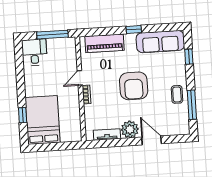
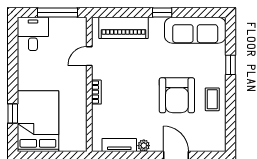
window: (189, 57) -> (231, 65), moved
door: (80, 78) -> (89, 56), moved
armchair: (134, 86) -> (177, 95), moved
window: (192, 105) -> (231, 114), removed
plant: (130, 129) -> (144, 146), width x0.53, depth x0.53

